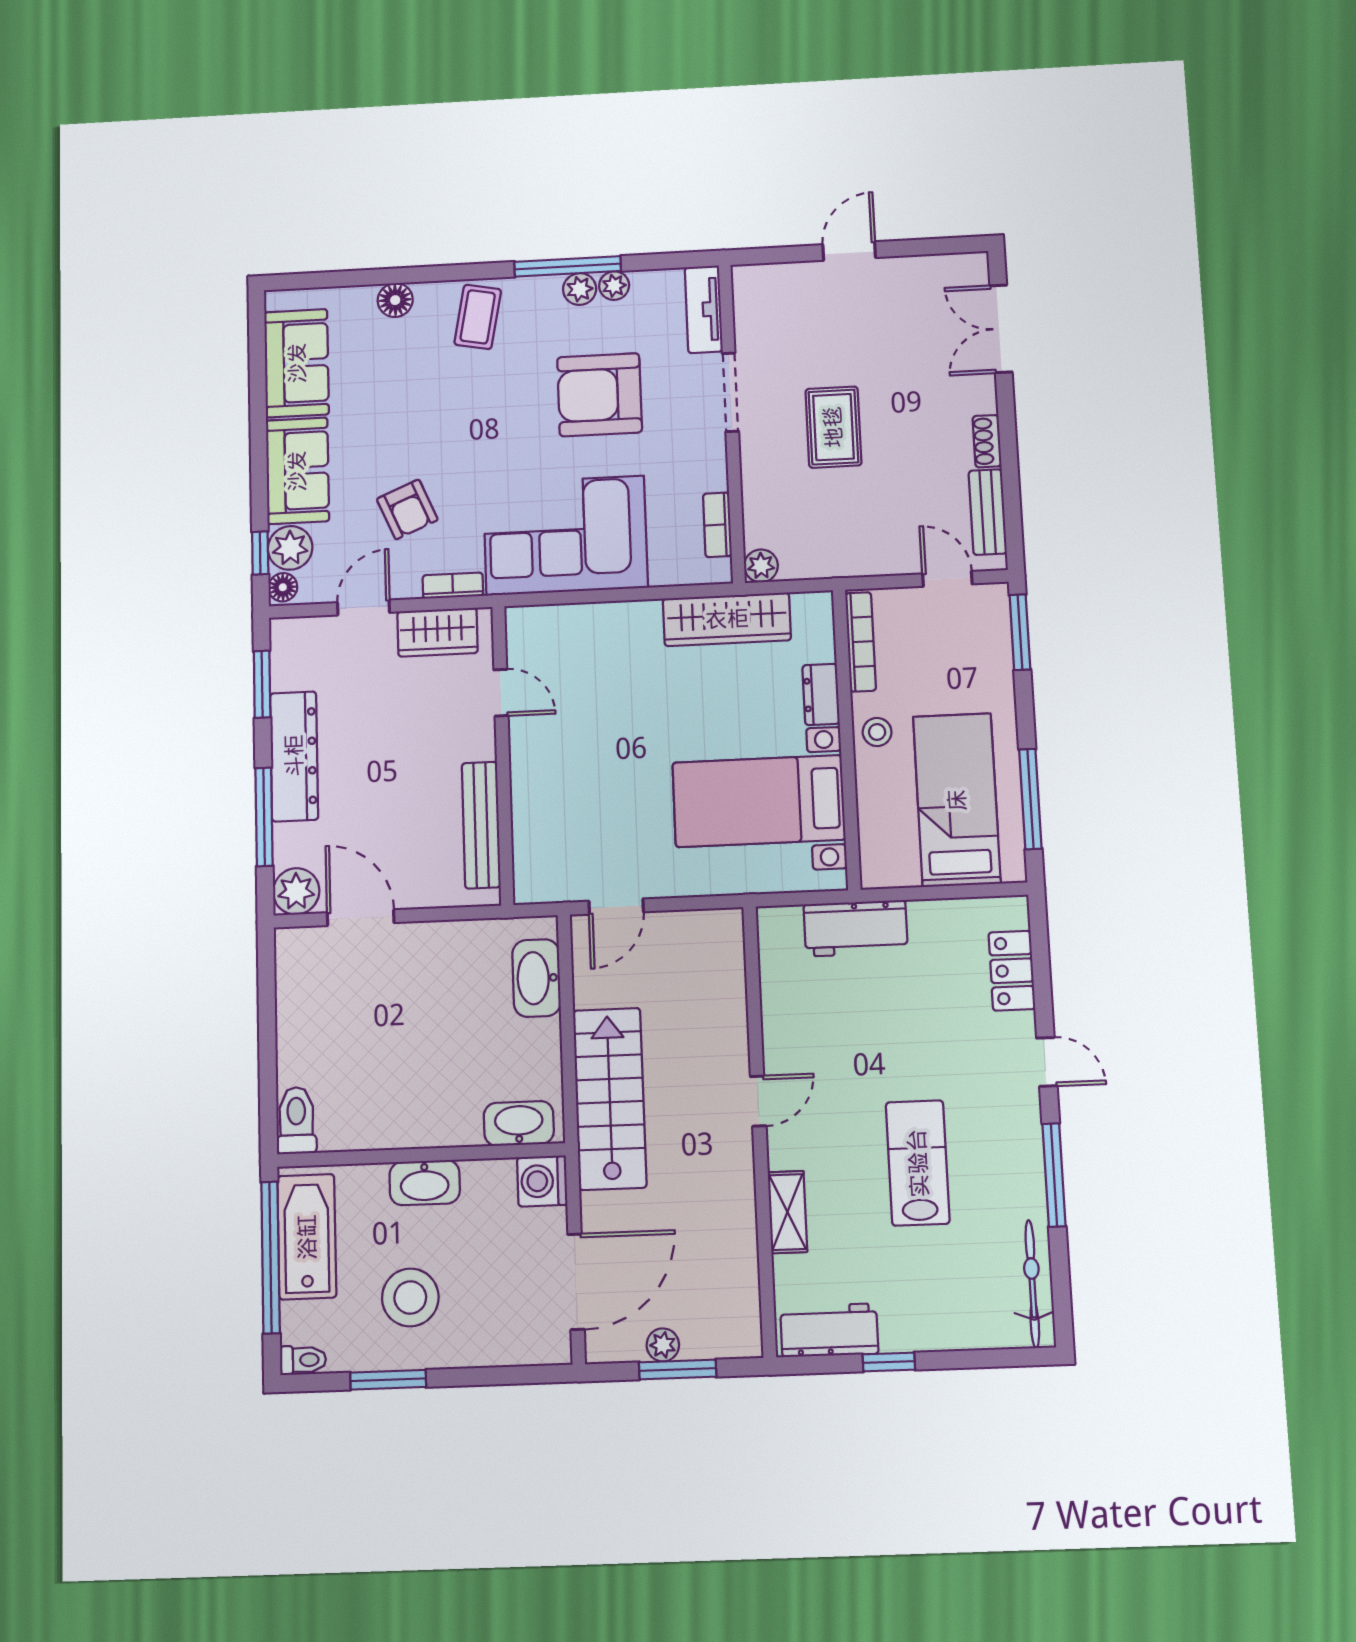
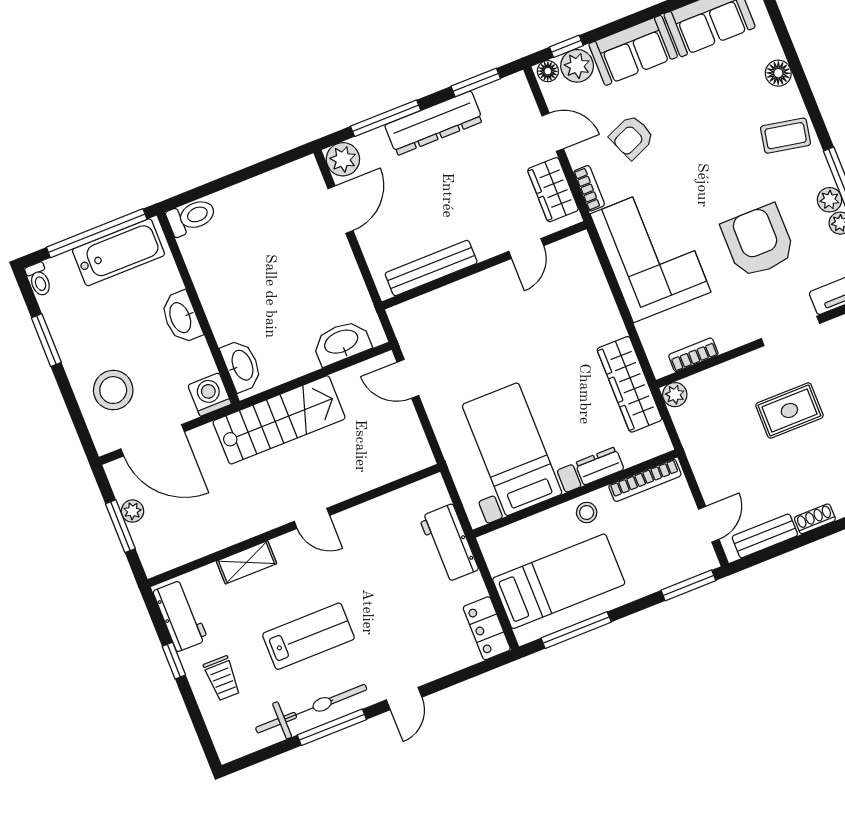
locker: (1012, 971) -> (487, 628), moved, turned -90
bicycle: (1032, 1284) -> (311, 709), moved, width x1.37, depth x1.40
stool: (410, 1297) -> (113, 390), moved
trolley: (936, 1303) -> (222, 678), added

